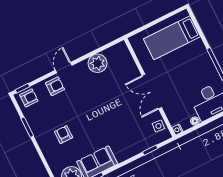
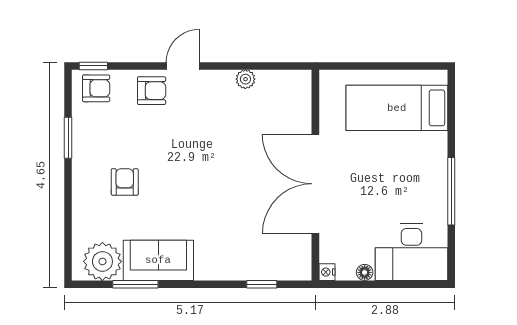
plant: (98, 63) -> (245, 79), width x0.53, depth x0.53
double door: (152, 92) -> (315, 184), width x1.36
side table: (158, 126) -> (297, 249), removed

